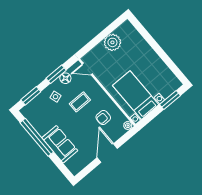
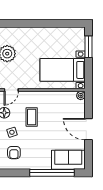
armchair: (103, 117) -> (14, 153), moved
window: (37, 137) -> (52, 173), moved
sofa: (60, 144) -> (68, 160), moved

